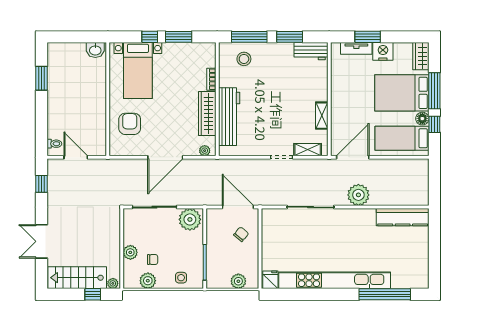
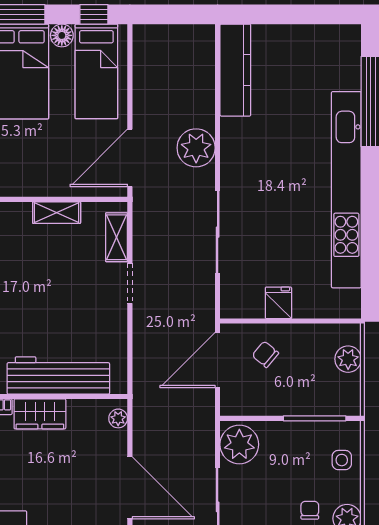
wardrobe: (207, 113) -> (40, 414), width x0.67
window: (434, 124) -> (94, 14), moved
door: (353, 157) -> (130, 158), hinge flipped
fridge: (270, 280) -> (278, 303), moved, turned 90

